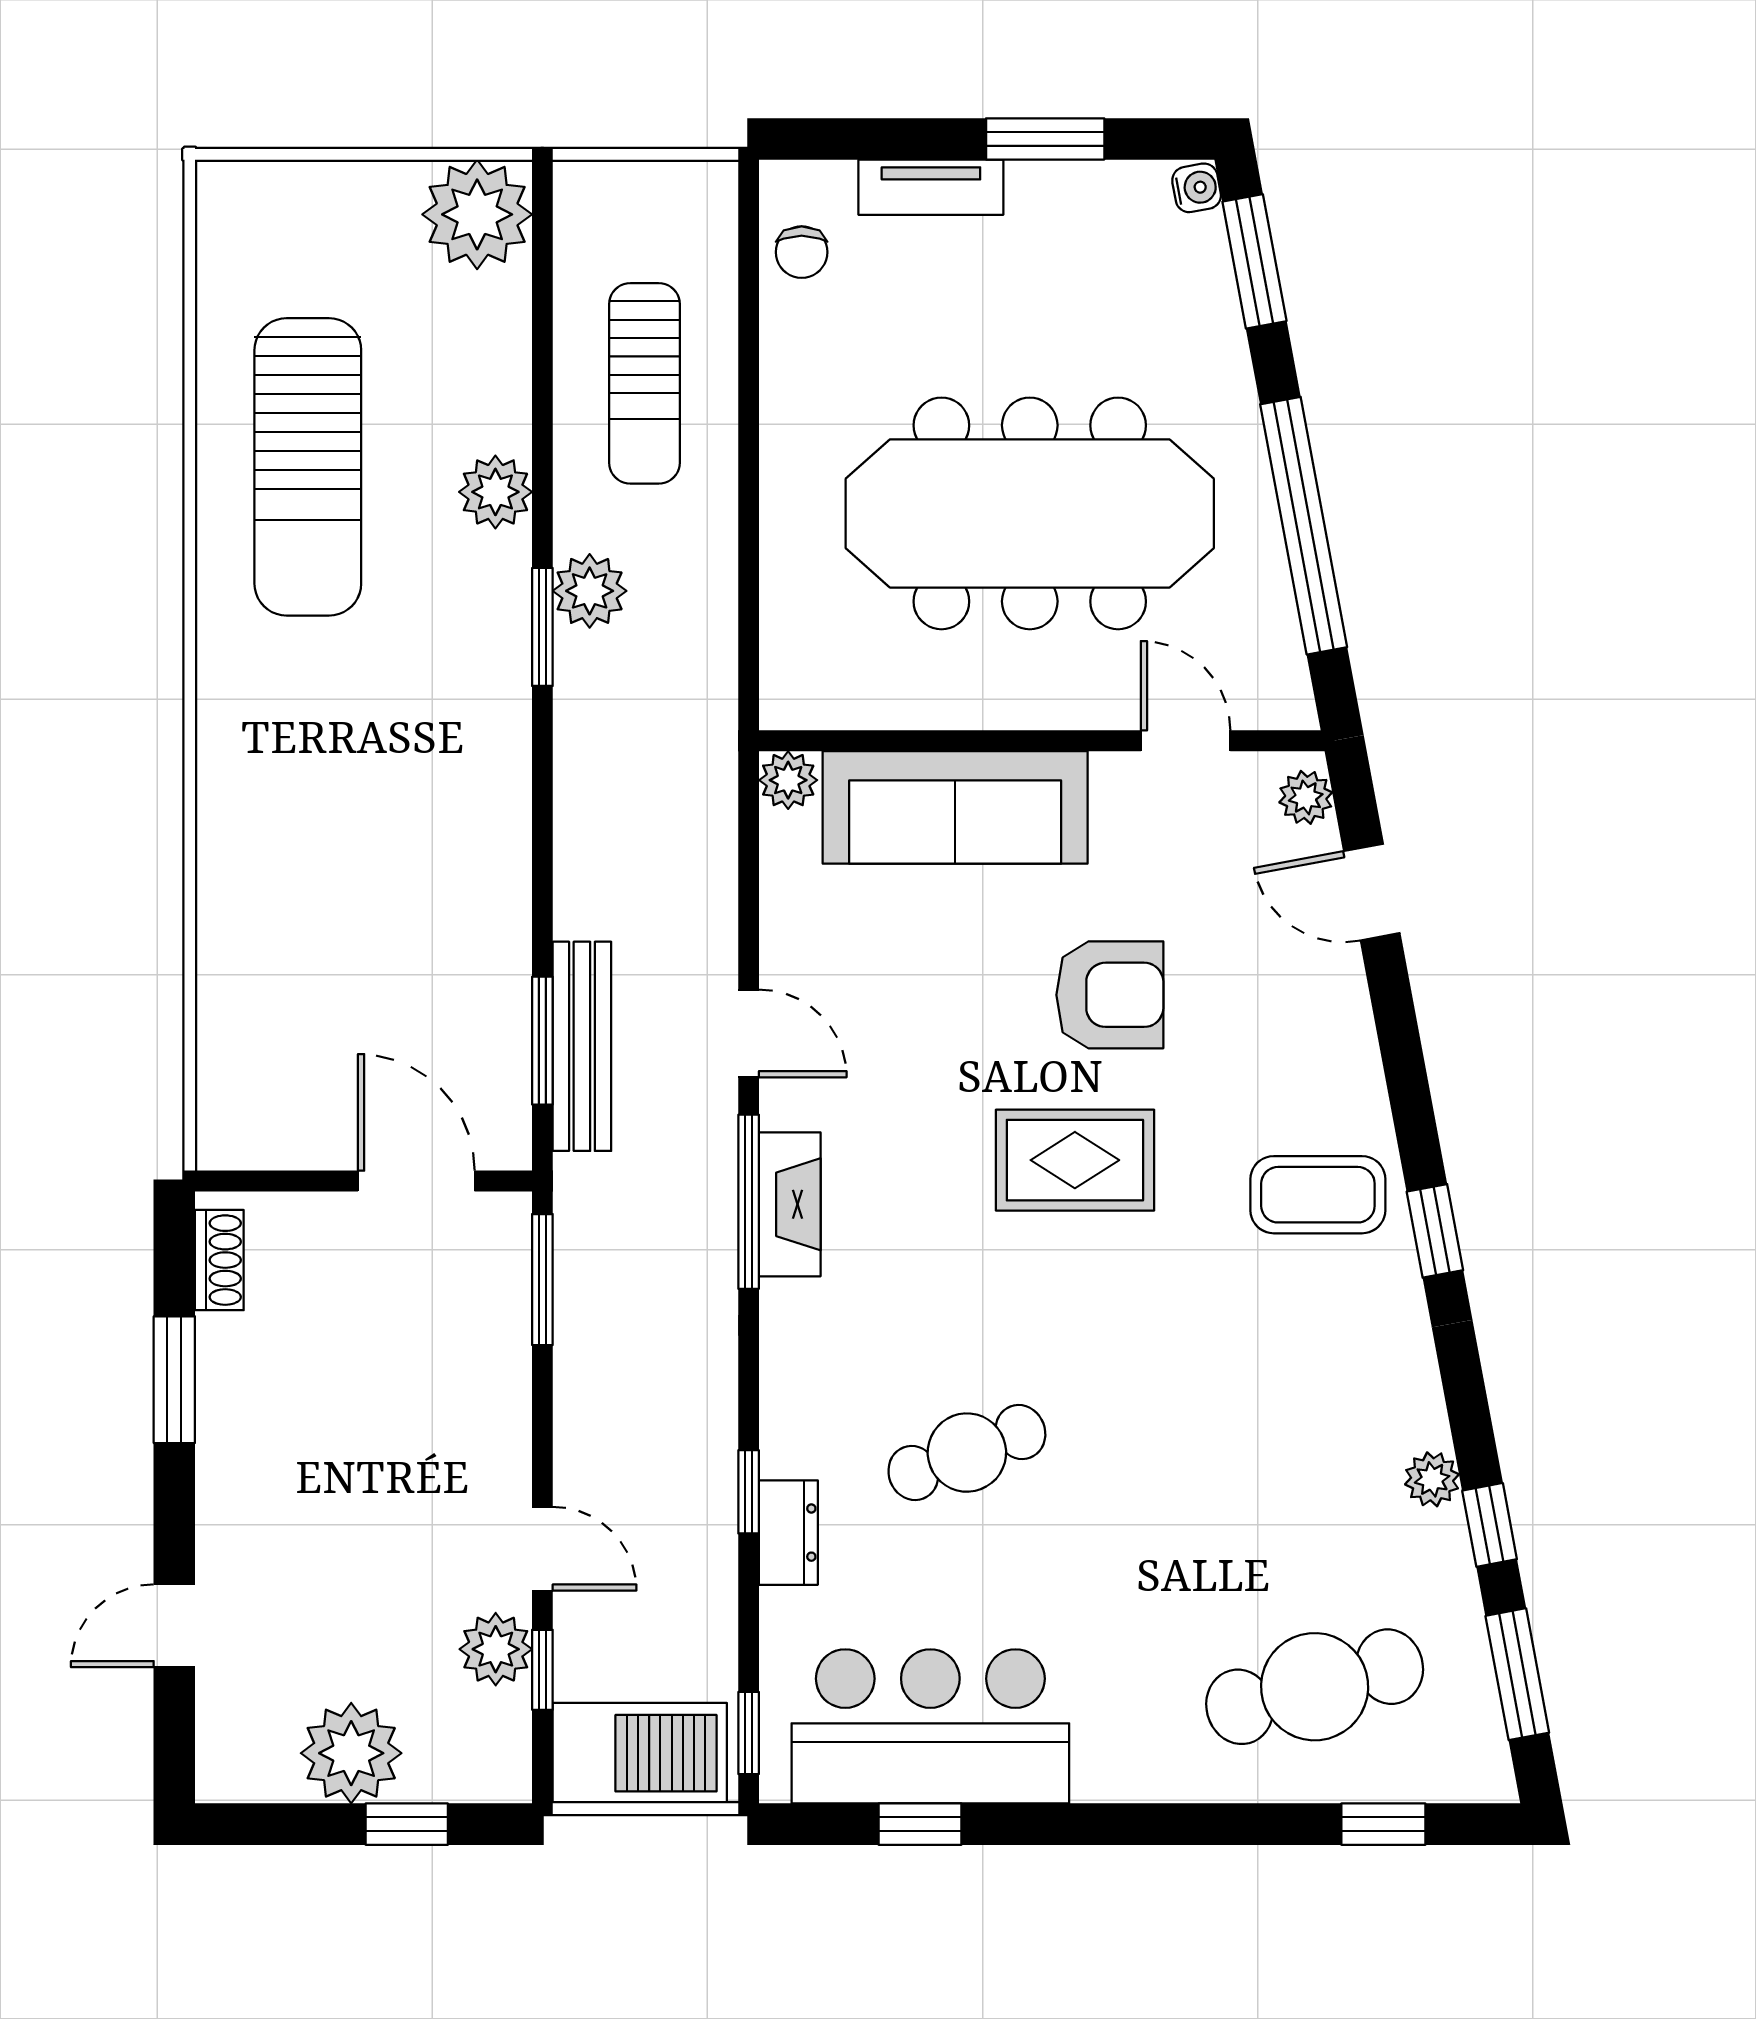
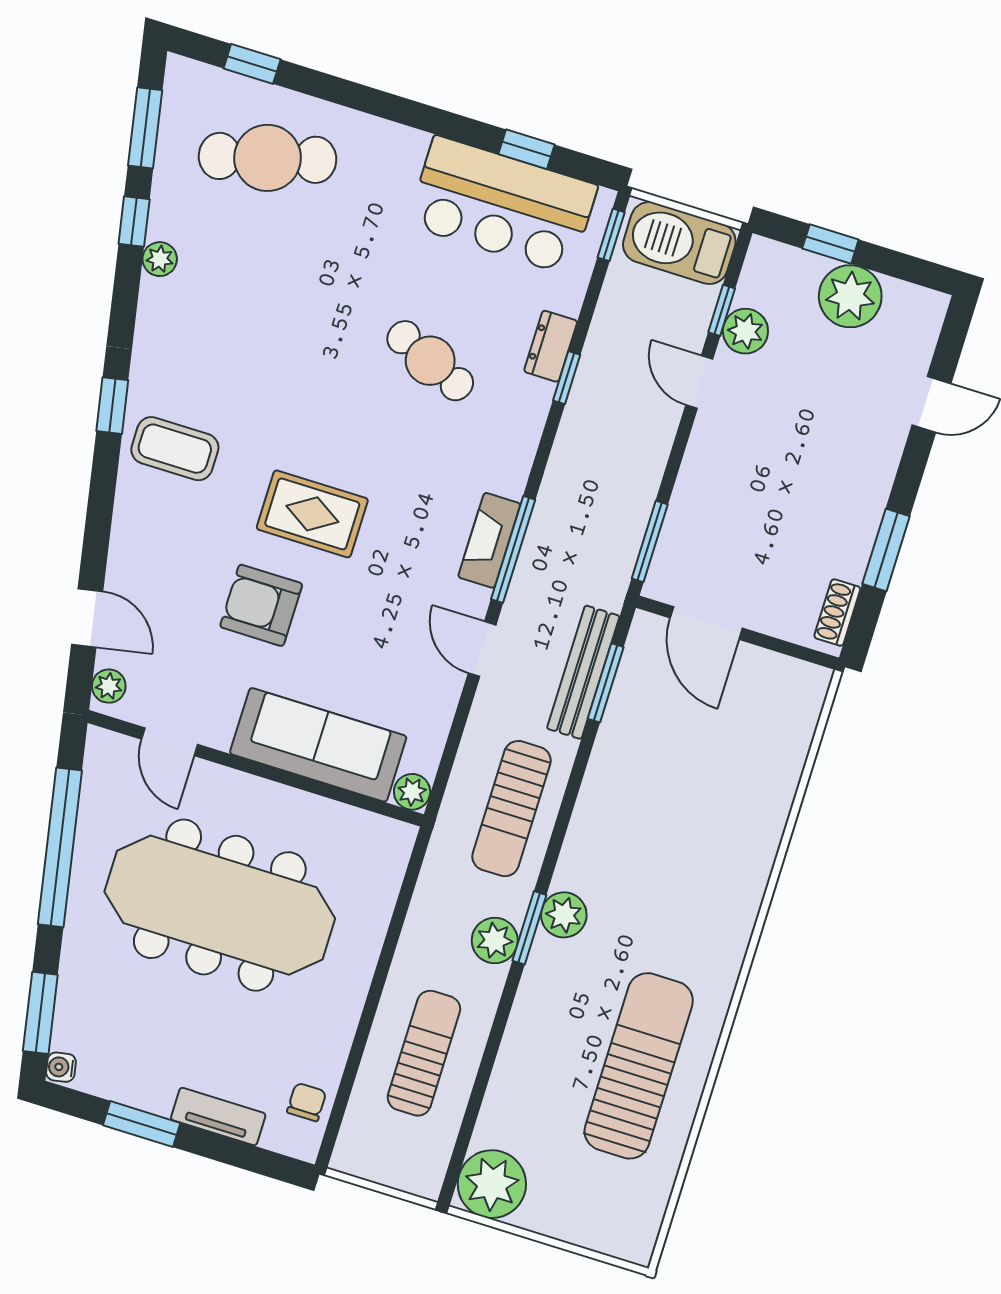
plant: (495, 492) -> (564, 915), moved
sun lounger: (627, 802) -> (512, 809), added
cafe table: (967, 1453) -> (430, 361), turned 45

